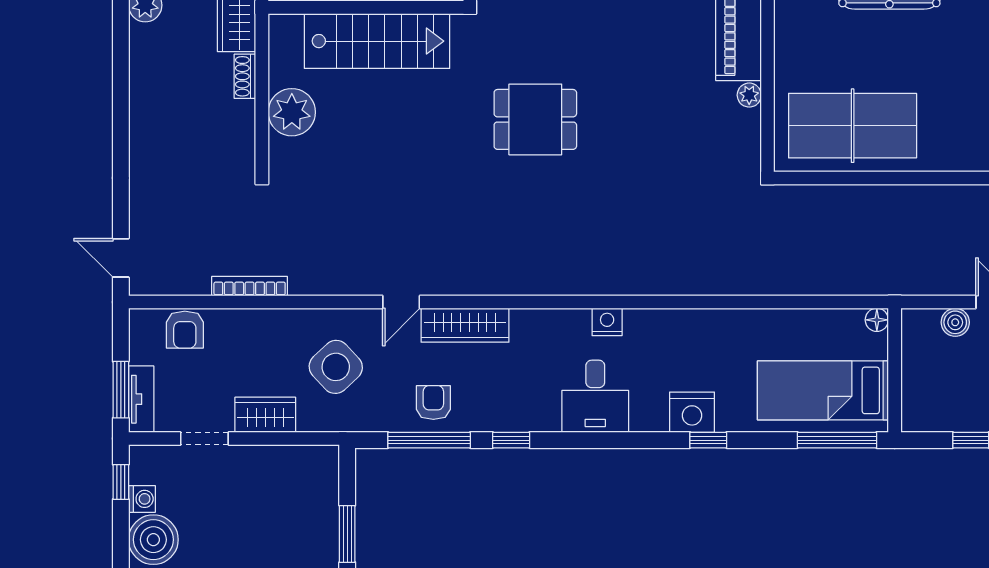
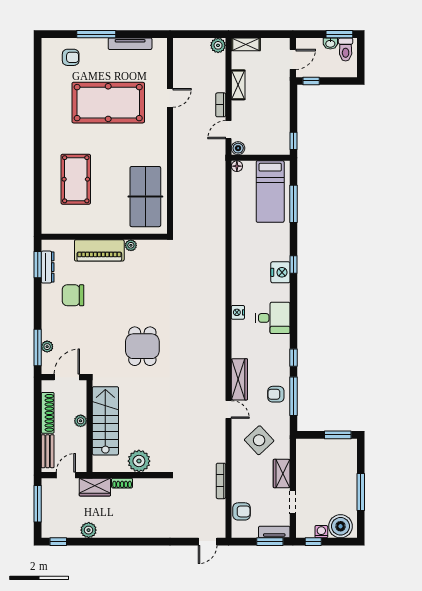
floor lamp: (877, 320) -> (237, 166), moved
wall: (895, 370) -> (261, 158), moved
bed: (823, 390) -> (270, 192), moved

